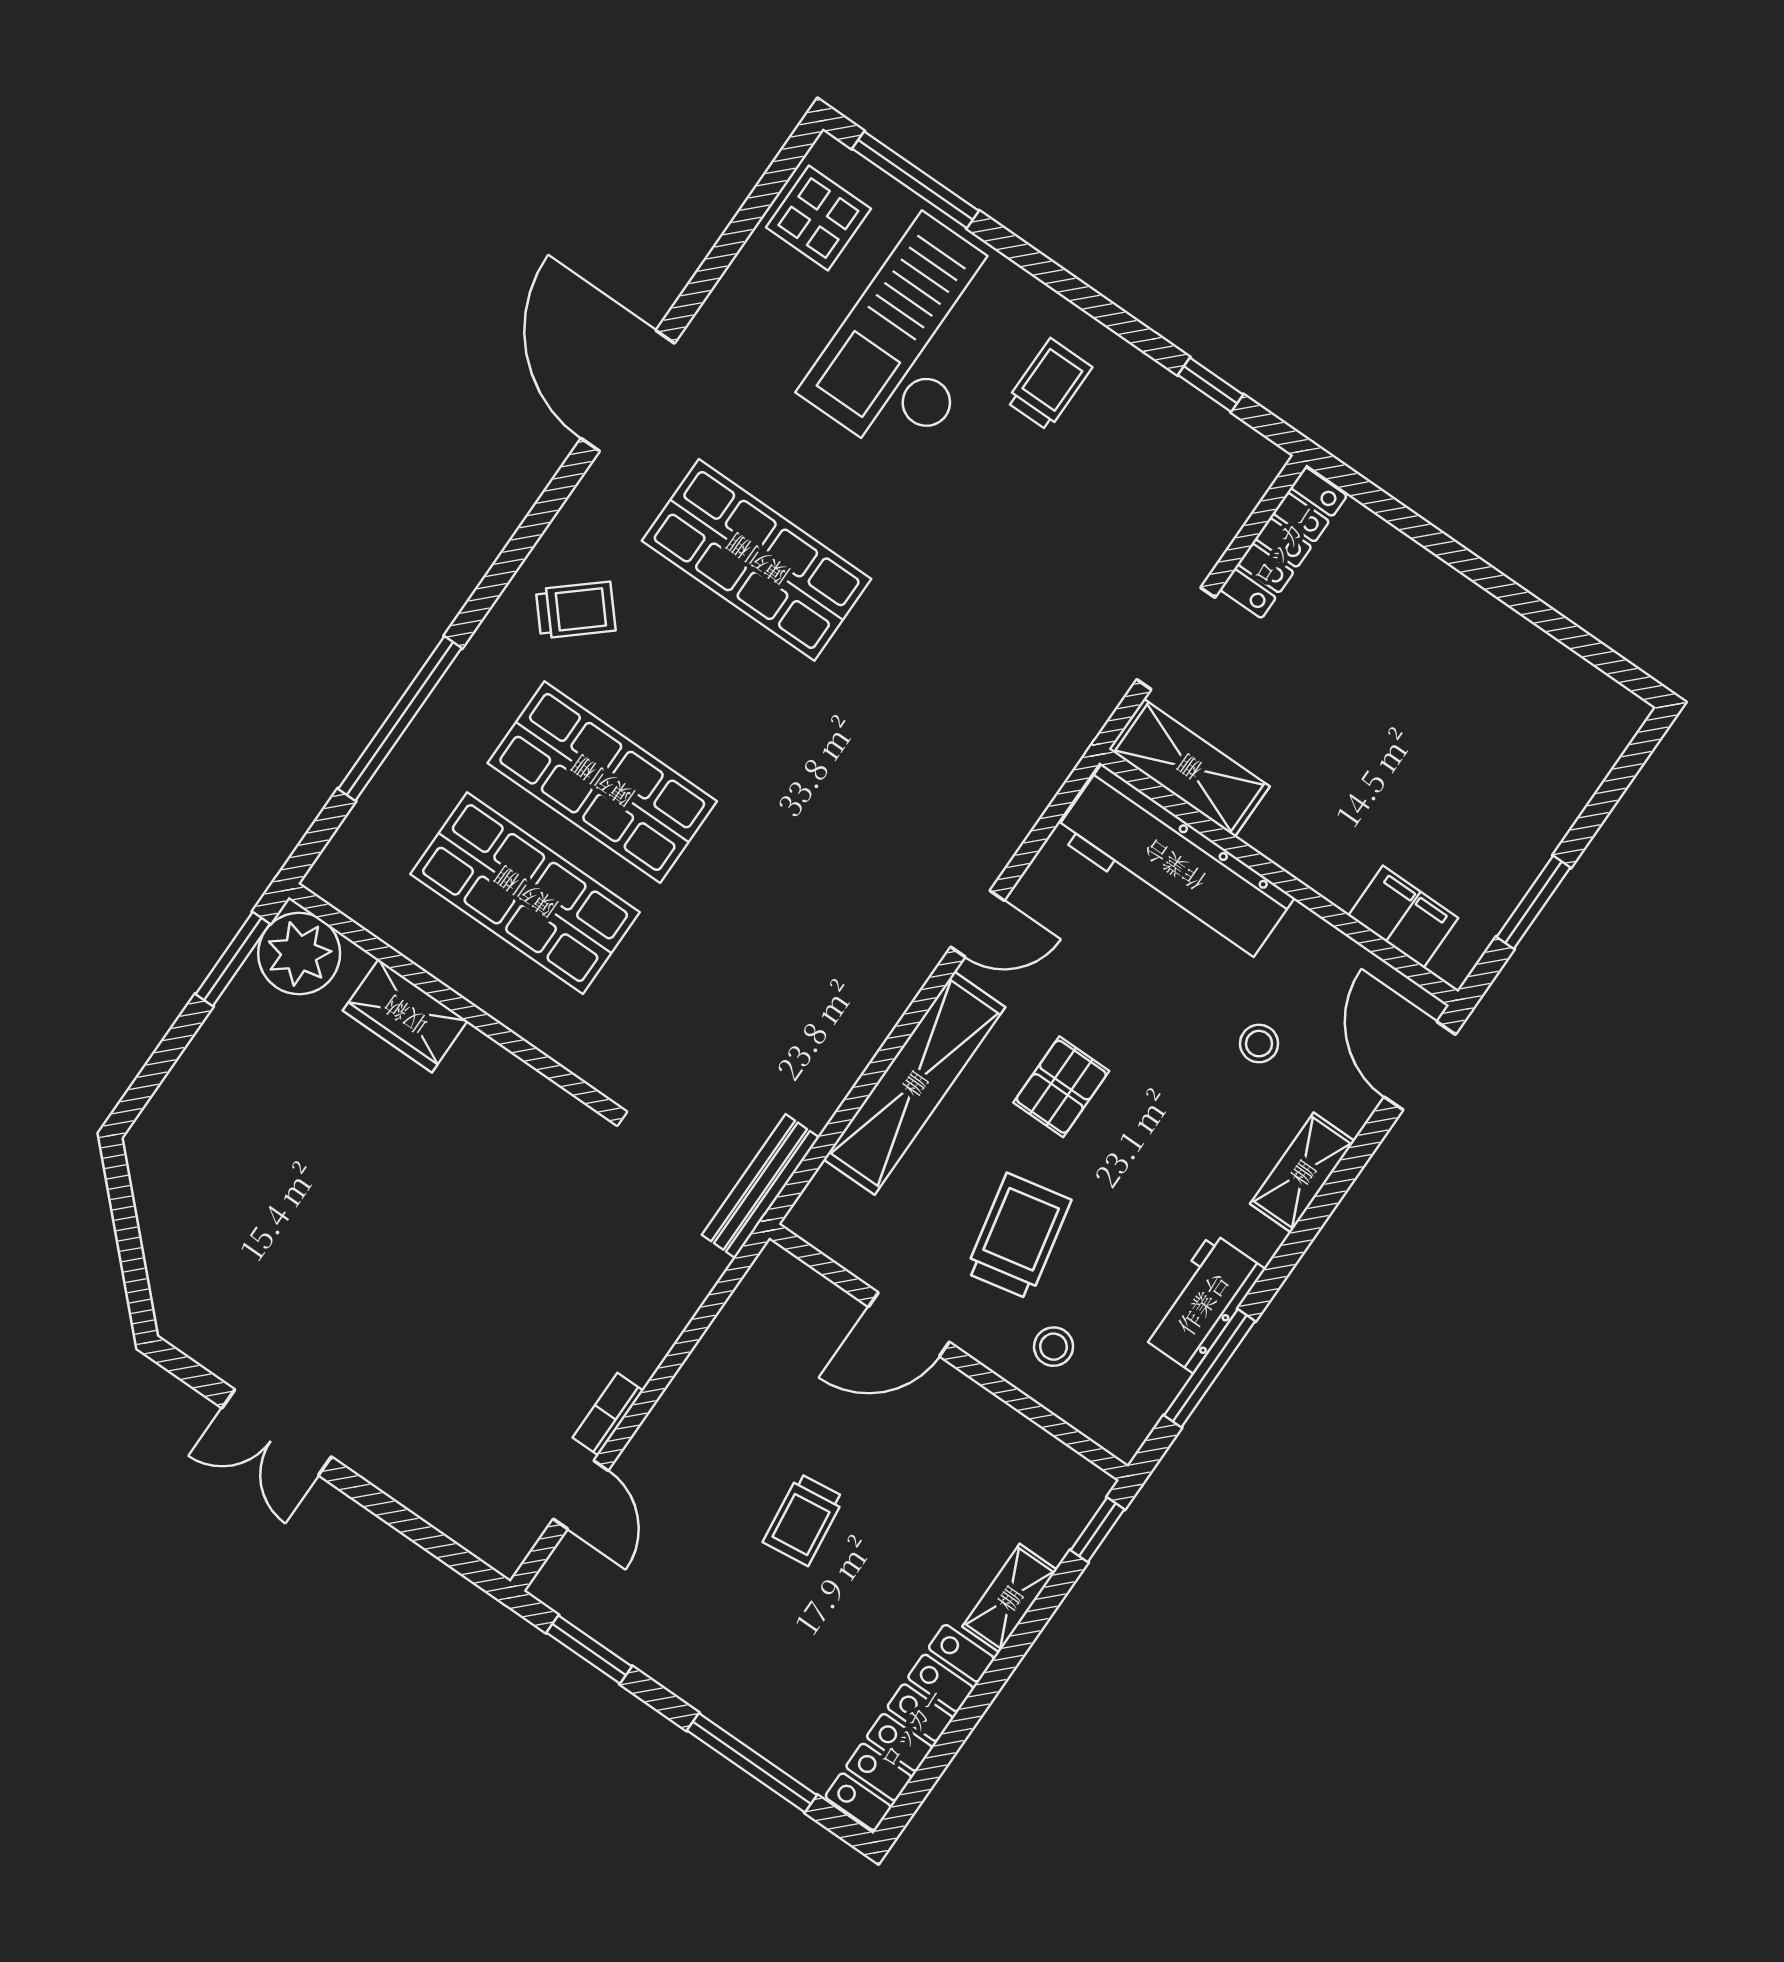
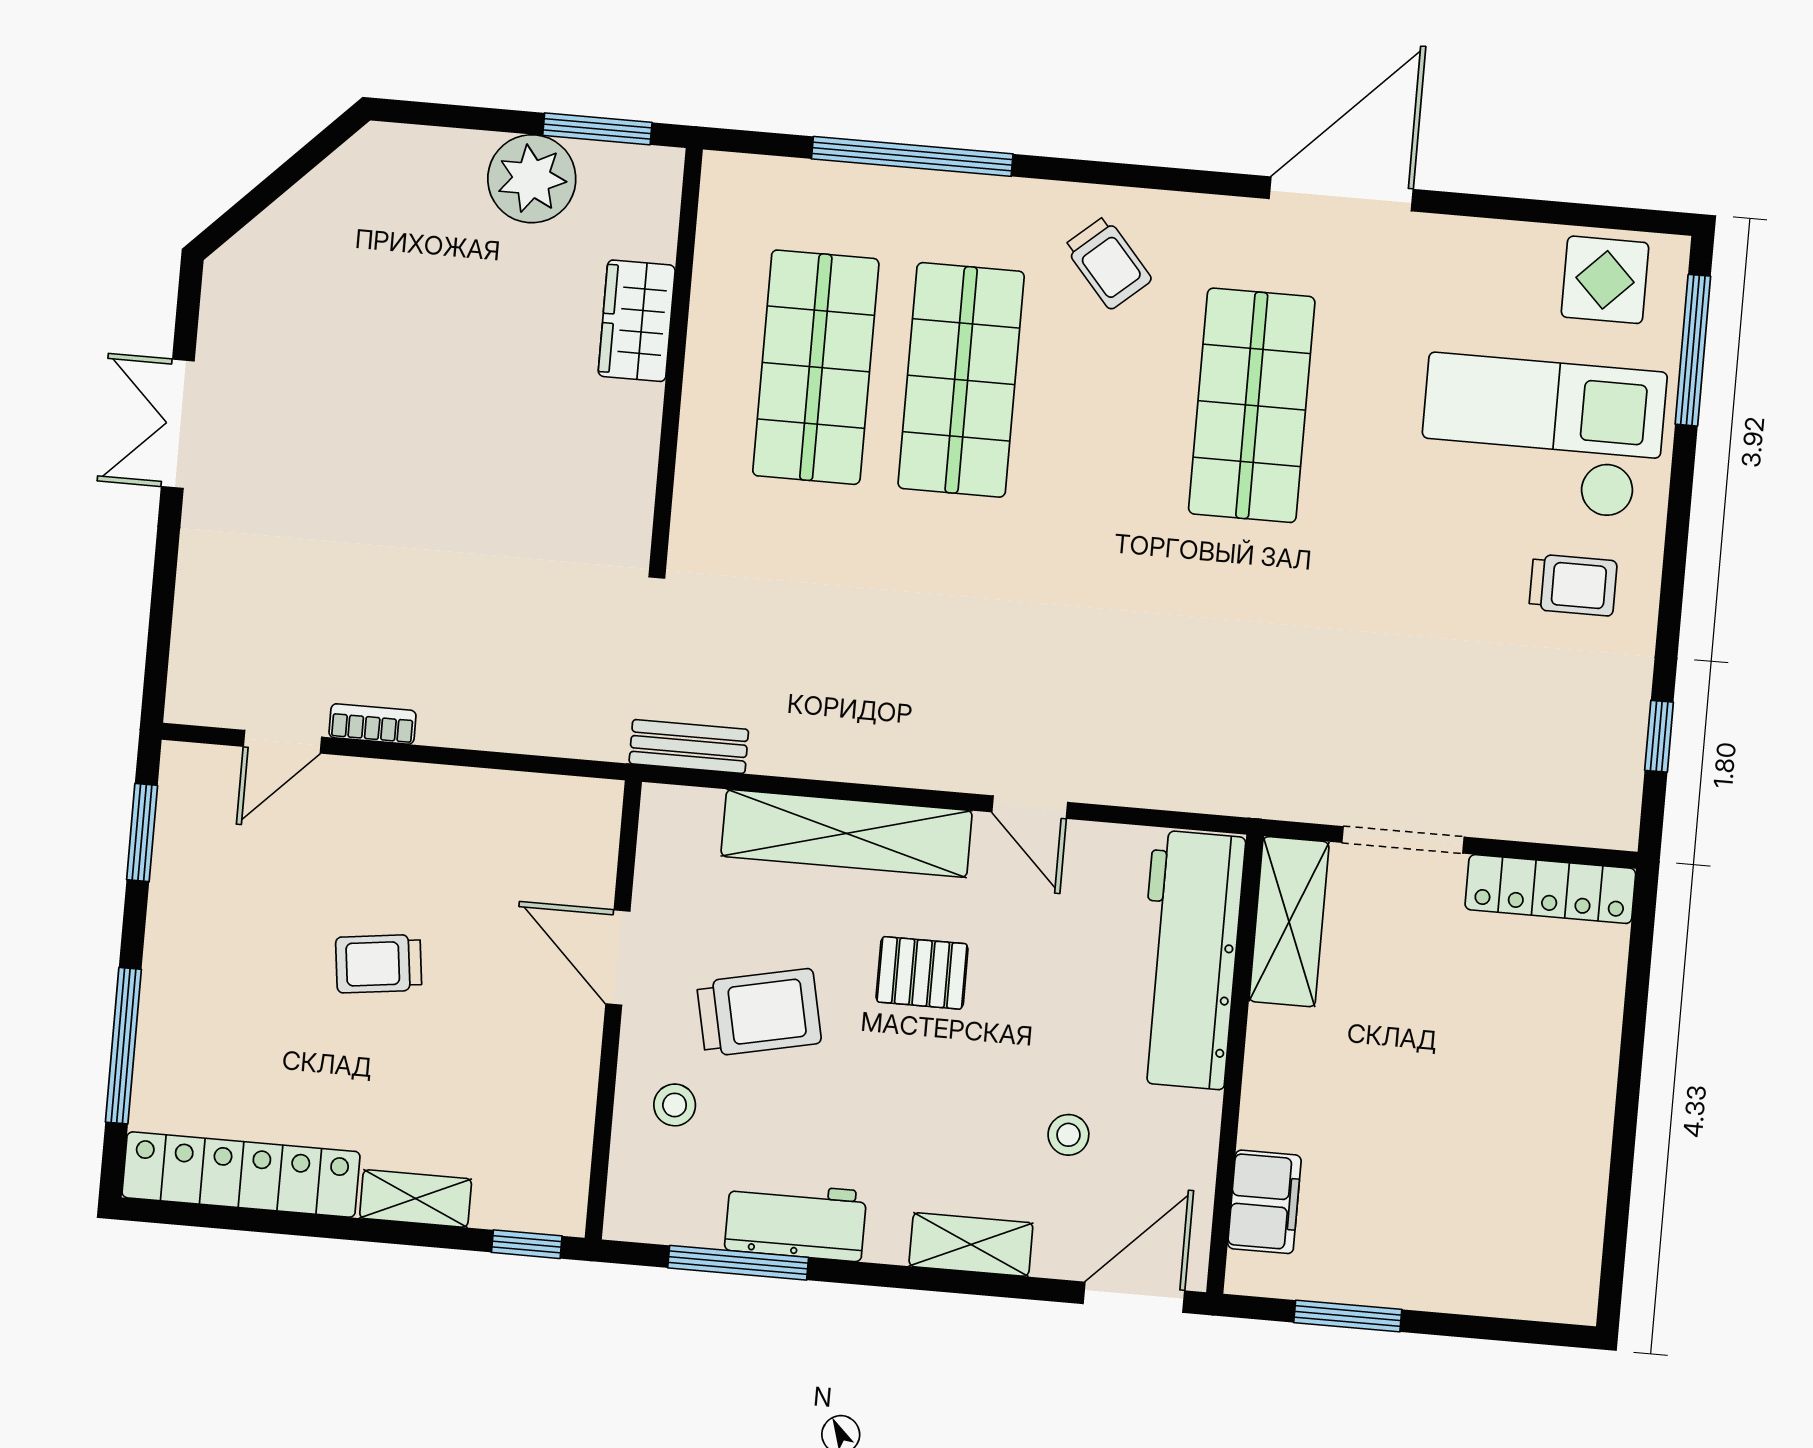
plant: (299, 954) -> (532, 179), moved
bench: (761, 1186) -> (689, 746), width x0.73

